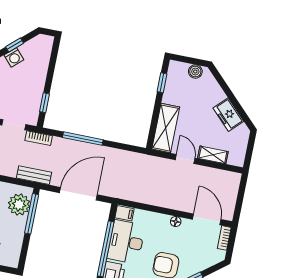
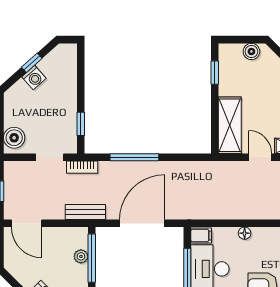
plant: (19, 205) -> (81, 256), width x0.53, depth x0.53
floor lamp: (176, 221) -> (245, 233), moved

